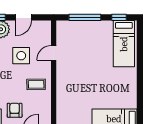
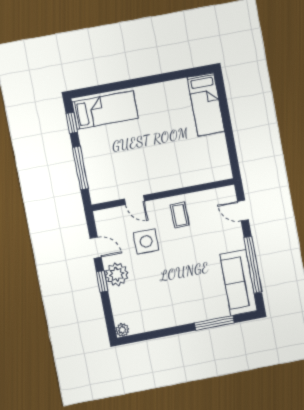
armchair: (15, 110) -> (218, 237), removed

